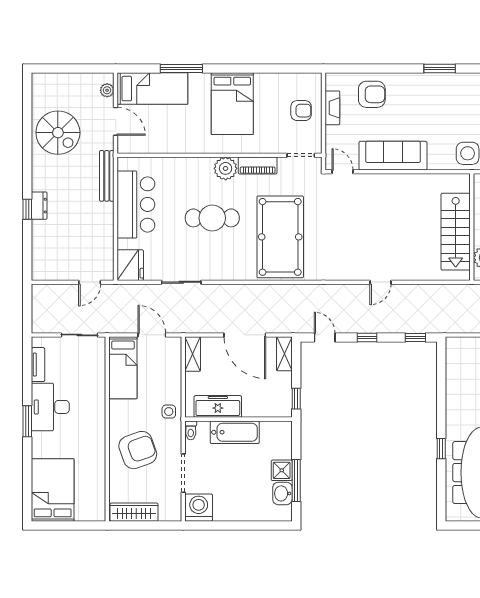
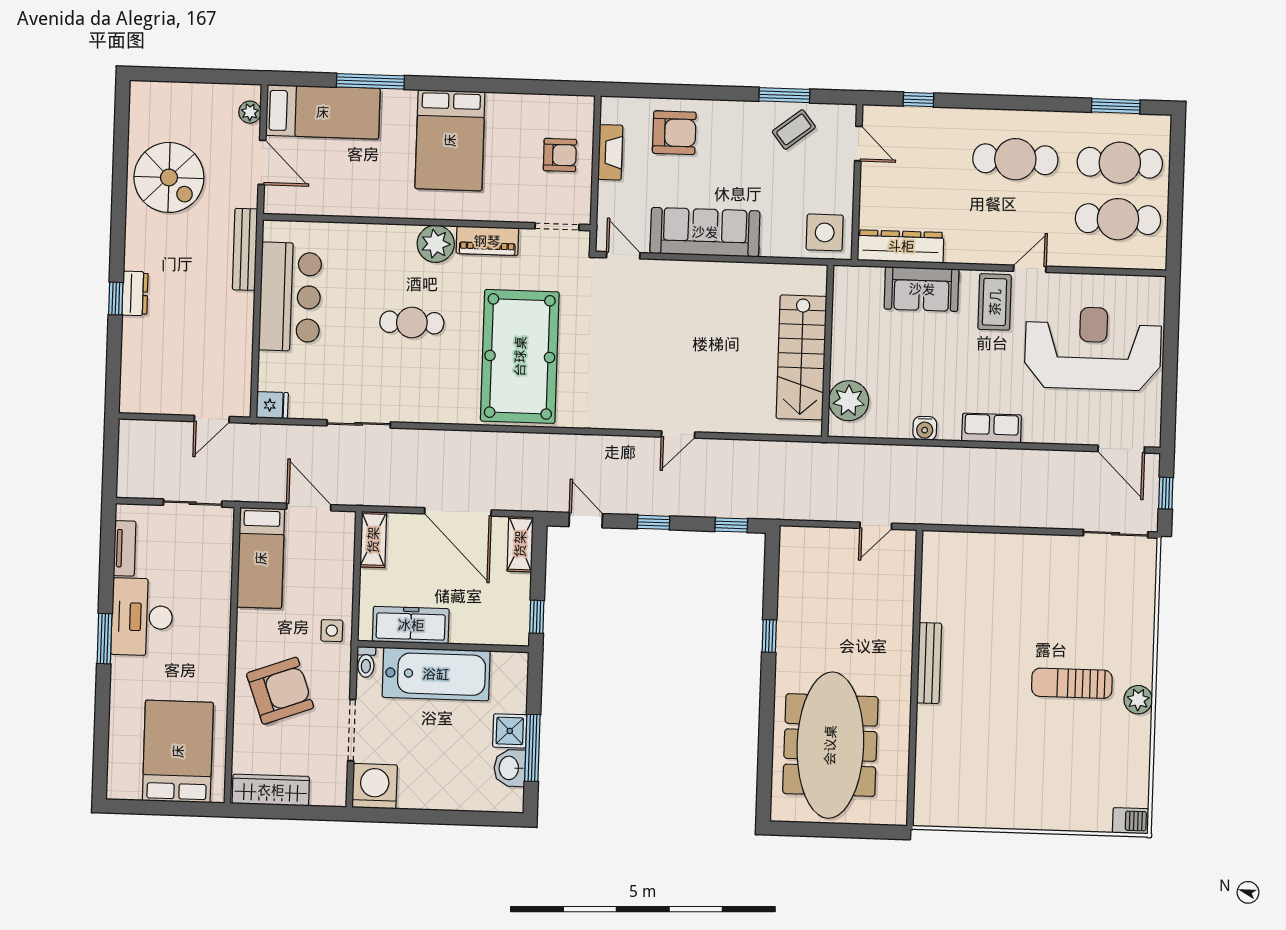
coffee table: (446, 90) -> (794, 129), added
cafe table: (212, 218) -> (412, 322), width x0.73, depth x0.74
fridge: (130, 265) -> (272, 405), width x0.53, depth x0.75
bathtub: (235, 432) -> (436, 674), width x1.36, depth x1.36
window: (441, 449) -> (769, 636), moved
bed: (53, 490) -> (178, 751), moved

